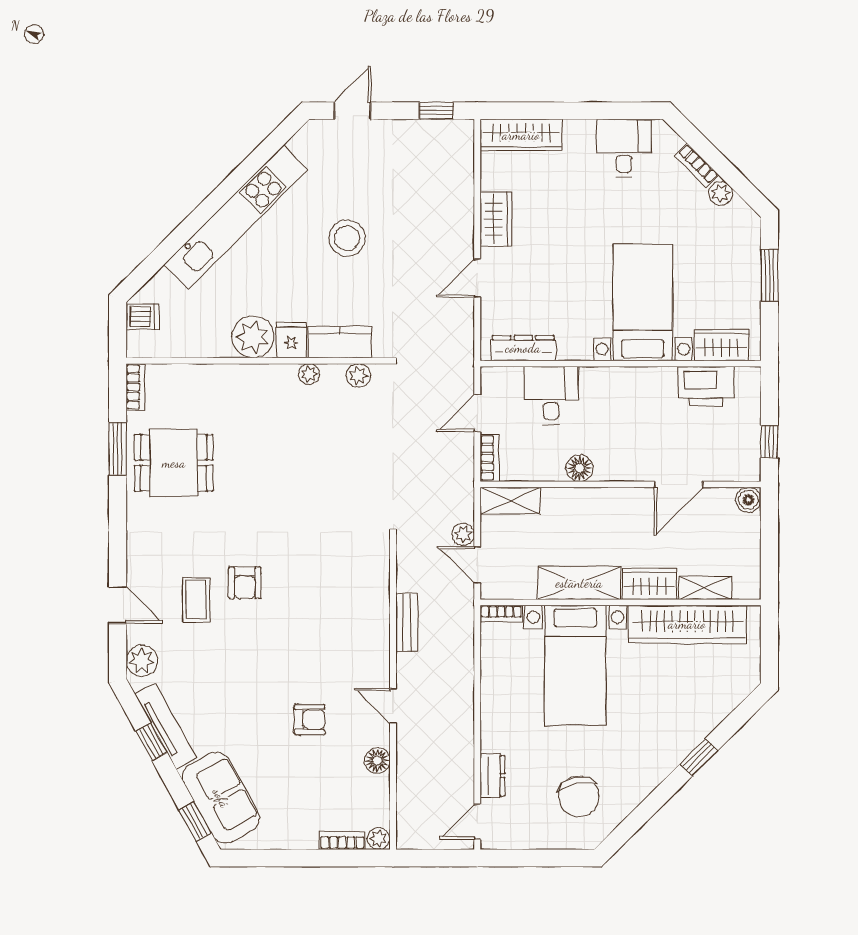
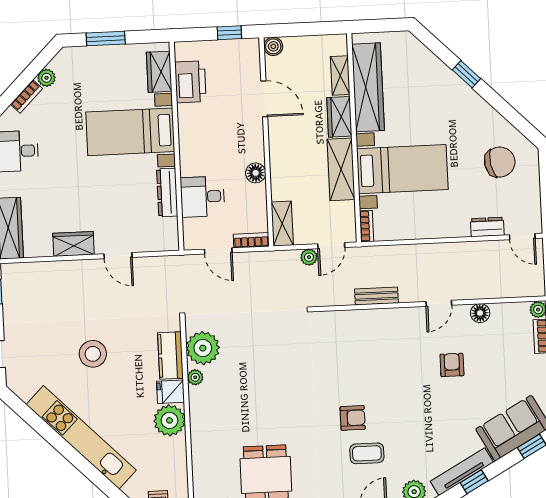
dresser: (523, 348) -> (167, 192), moved
plant: (358, 376) -> (203, 348), width x1.87, depth x1.87

